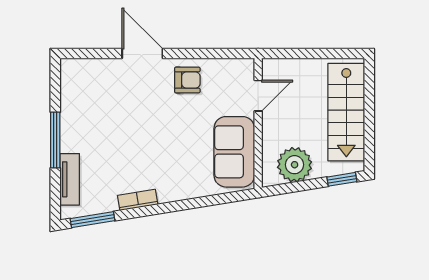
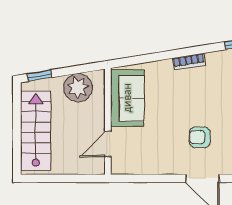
armchair: (187, 80) -> (200, 137), moved
bookcase: (138, 200) -> (189, 62), moved

